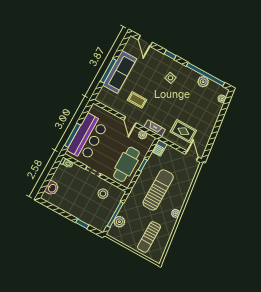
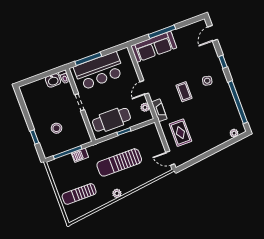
sofa: (120, 72) -> (154, 47), moved
plant: (203, 82) -> (231, 106), removed
coffee table: (137, 100) -> (184, 92), moved
barbecue: (159, 148) -> (80, 155), moved
door: (192, 156) -> (170, 158), swing flipped
washbasin: (52, 188) -> (53, 80), moved
sun lounger: (158, 190) -> (119, 162), turned 180
stool: (103, 194) -> (56, 128), moved
plant: (119, 222) -> (66, 161), removed

